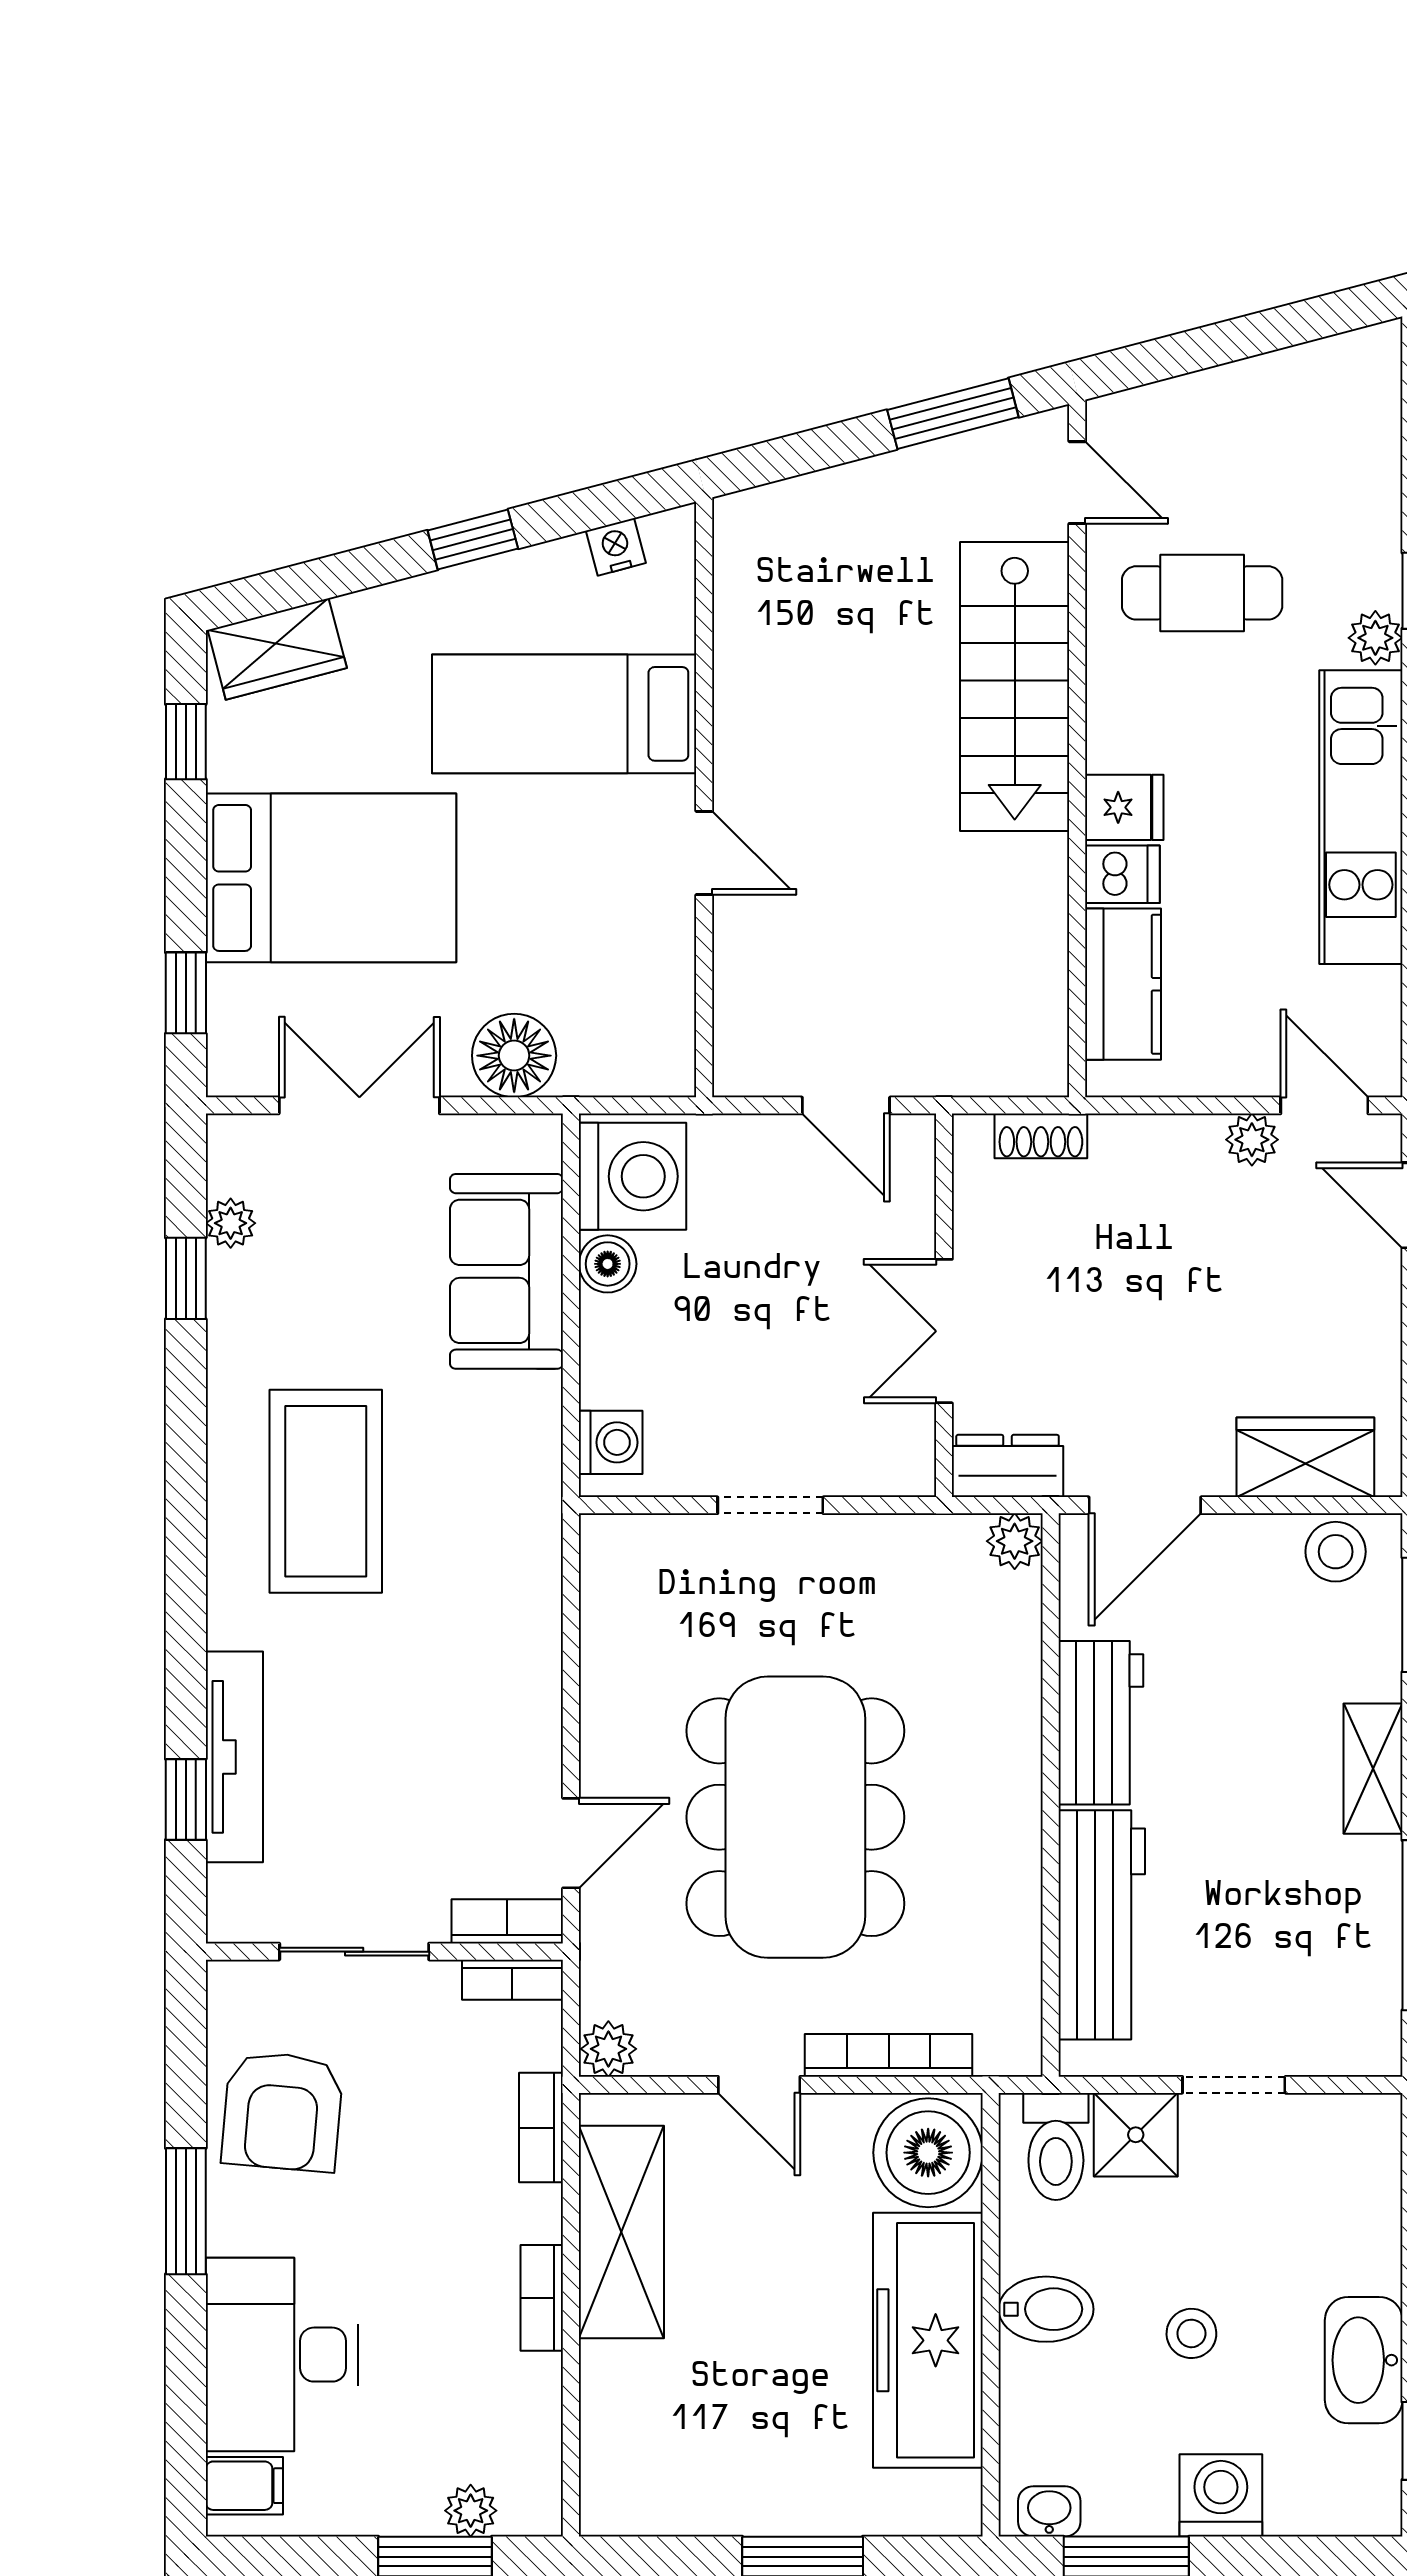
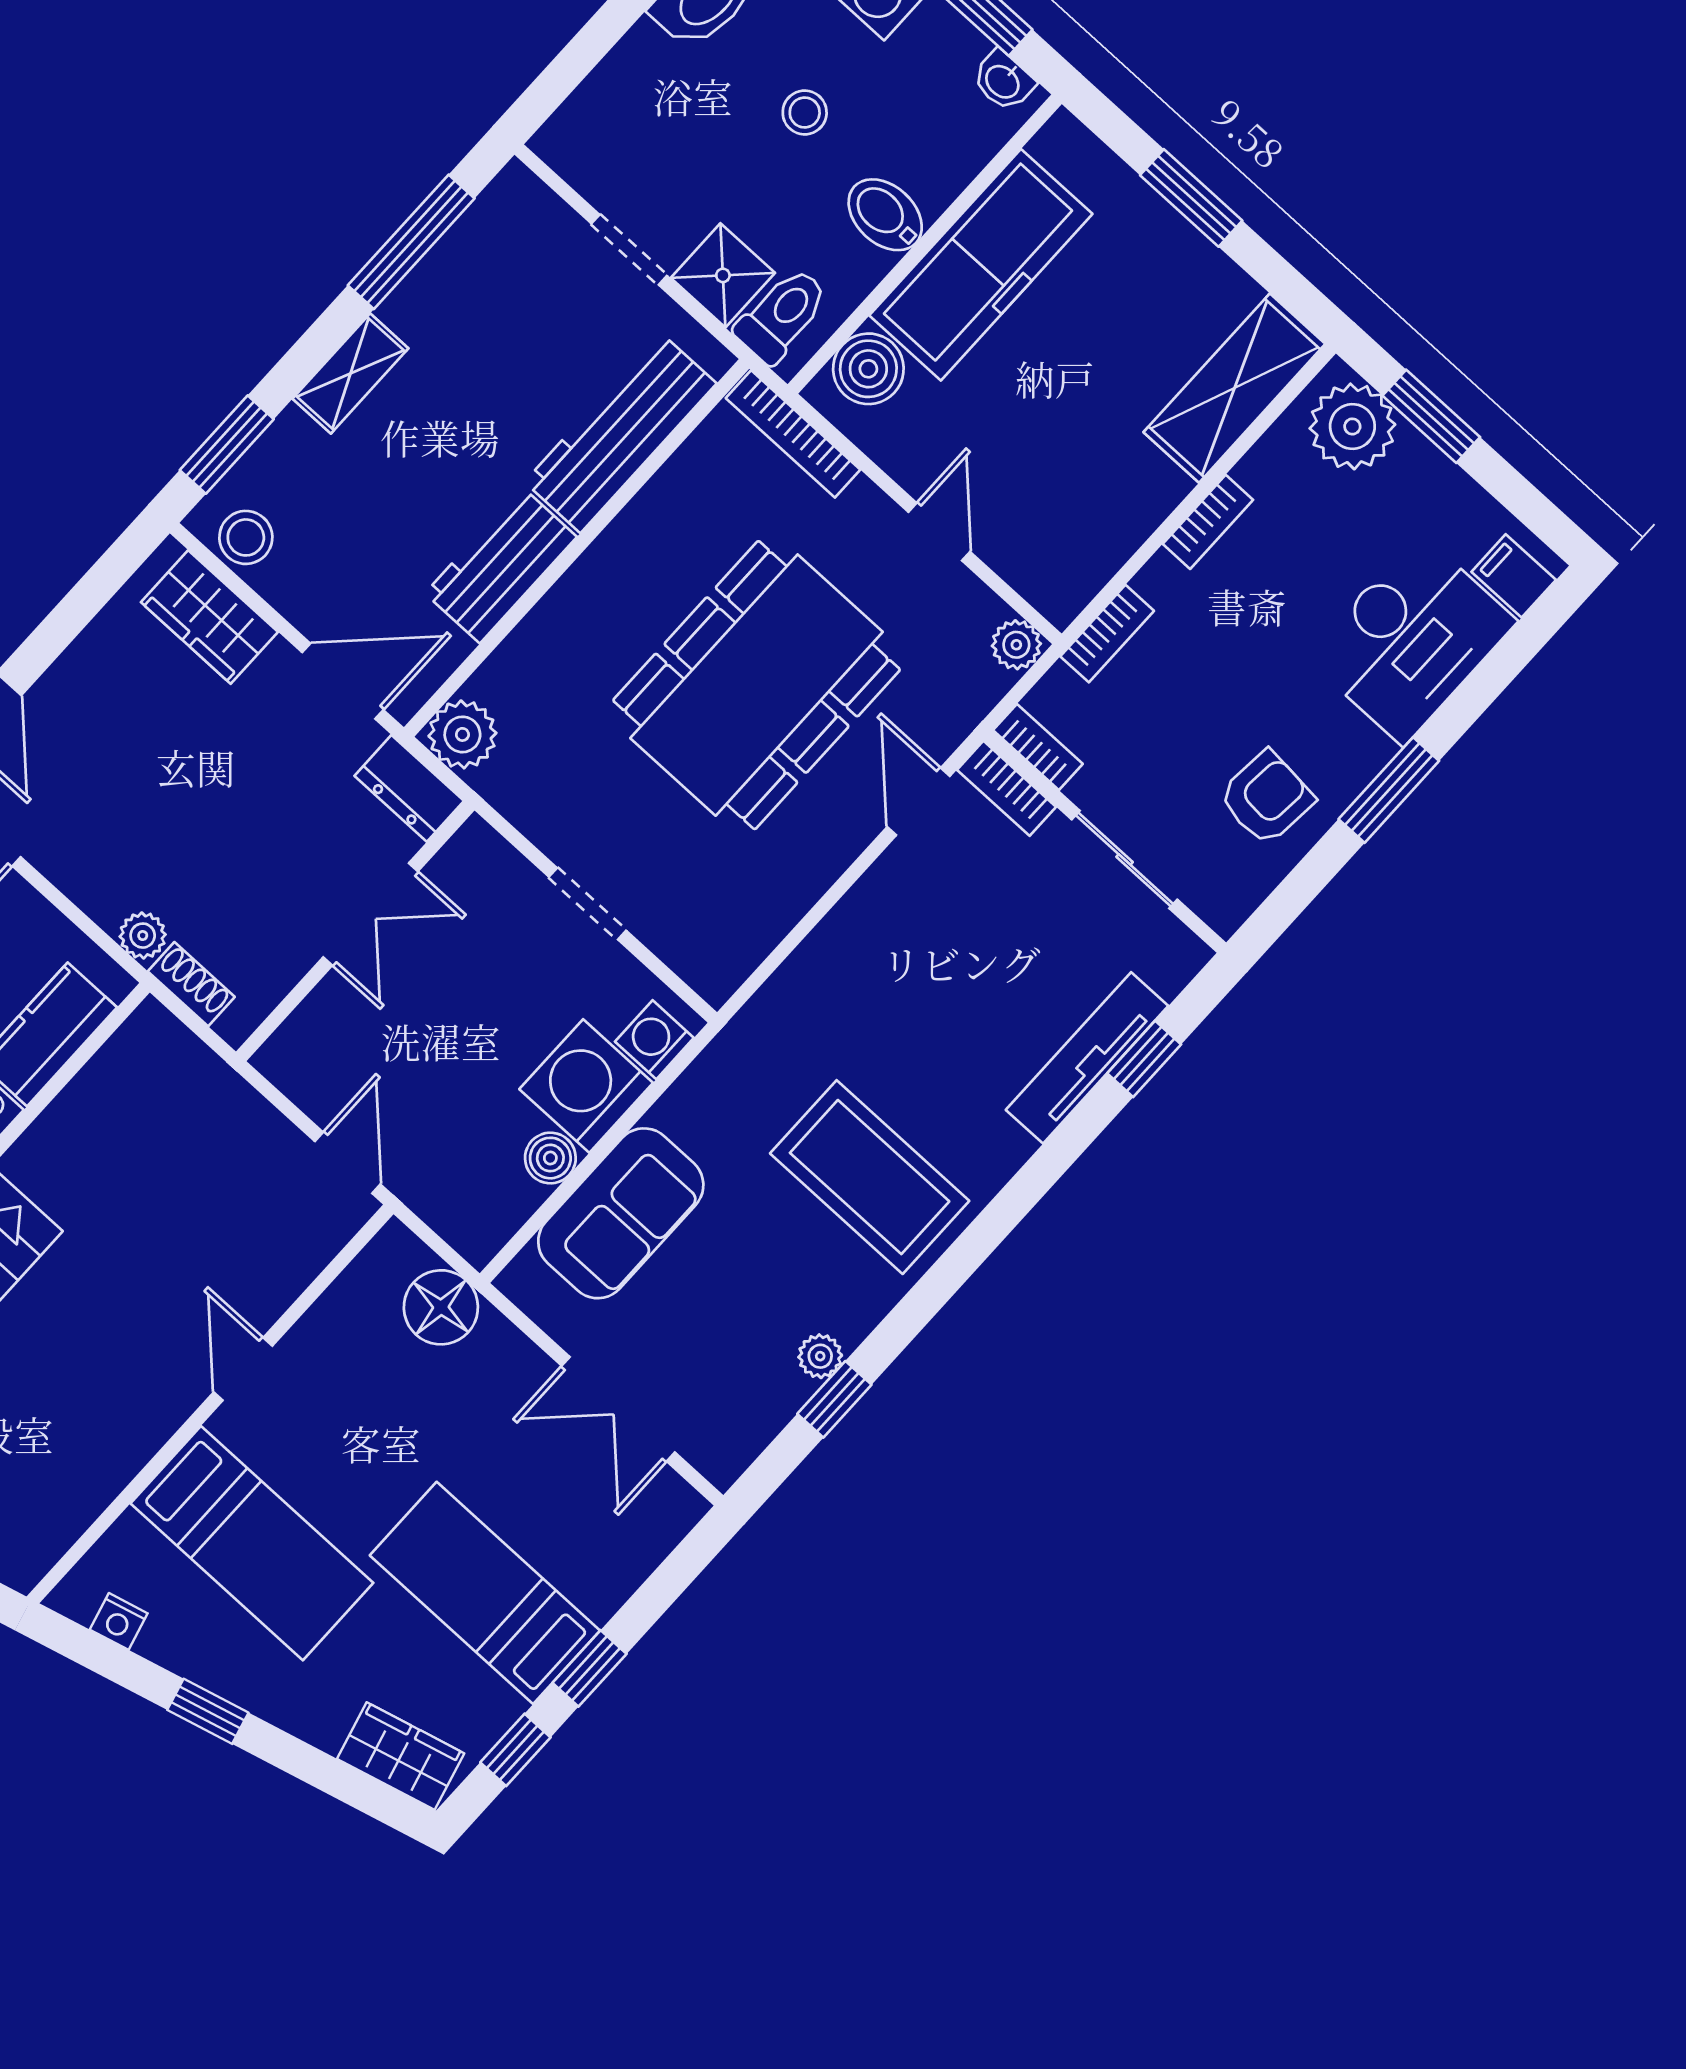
bed: (331, 878) -> (485, 1593), width x0.67
window: (186, 993) -> (590, 1668), moved
floor lamp: (514, 1056) -> (441, 1307), moved
door: (846, 1105) -> (348, 1163), moved
plant: (1252, 1140) -> (143, 936), moved
washing machine: (633, 1176) -> (586, 1086), moved
plant: (231, 1223) -> (820, 1356), moved
coffee table: (326, 1491) -> (870, 1177), turned 90
plant: (1015, 1541) -> (462, 734), width x1.38, depth x1.38
door: (571, 1843) -> (919, 802), hinge flipped
bookcase: (889, 2055) -> (793, 434), moved
armchair: (282, 2111) -> (1266, 798), width x0.72, depth x0.72
boiler: (928, 2153) -> (868, 369), width x0.73, depth x0.73
shelving: (621, 2232) -> (1234, 388), moved
plant: (471, 2511) -> (1352, 426), width x1.87, depth x1.87

